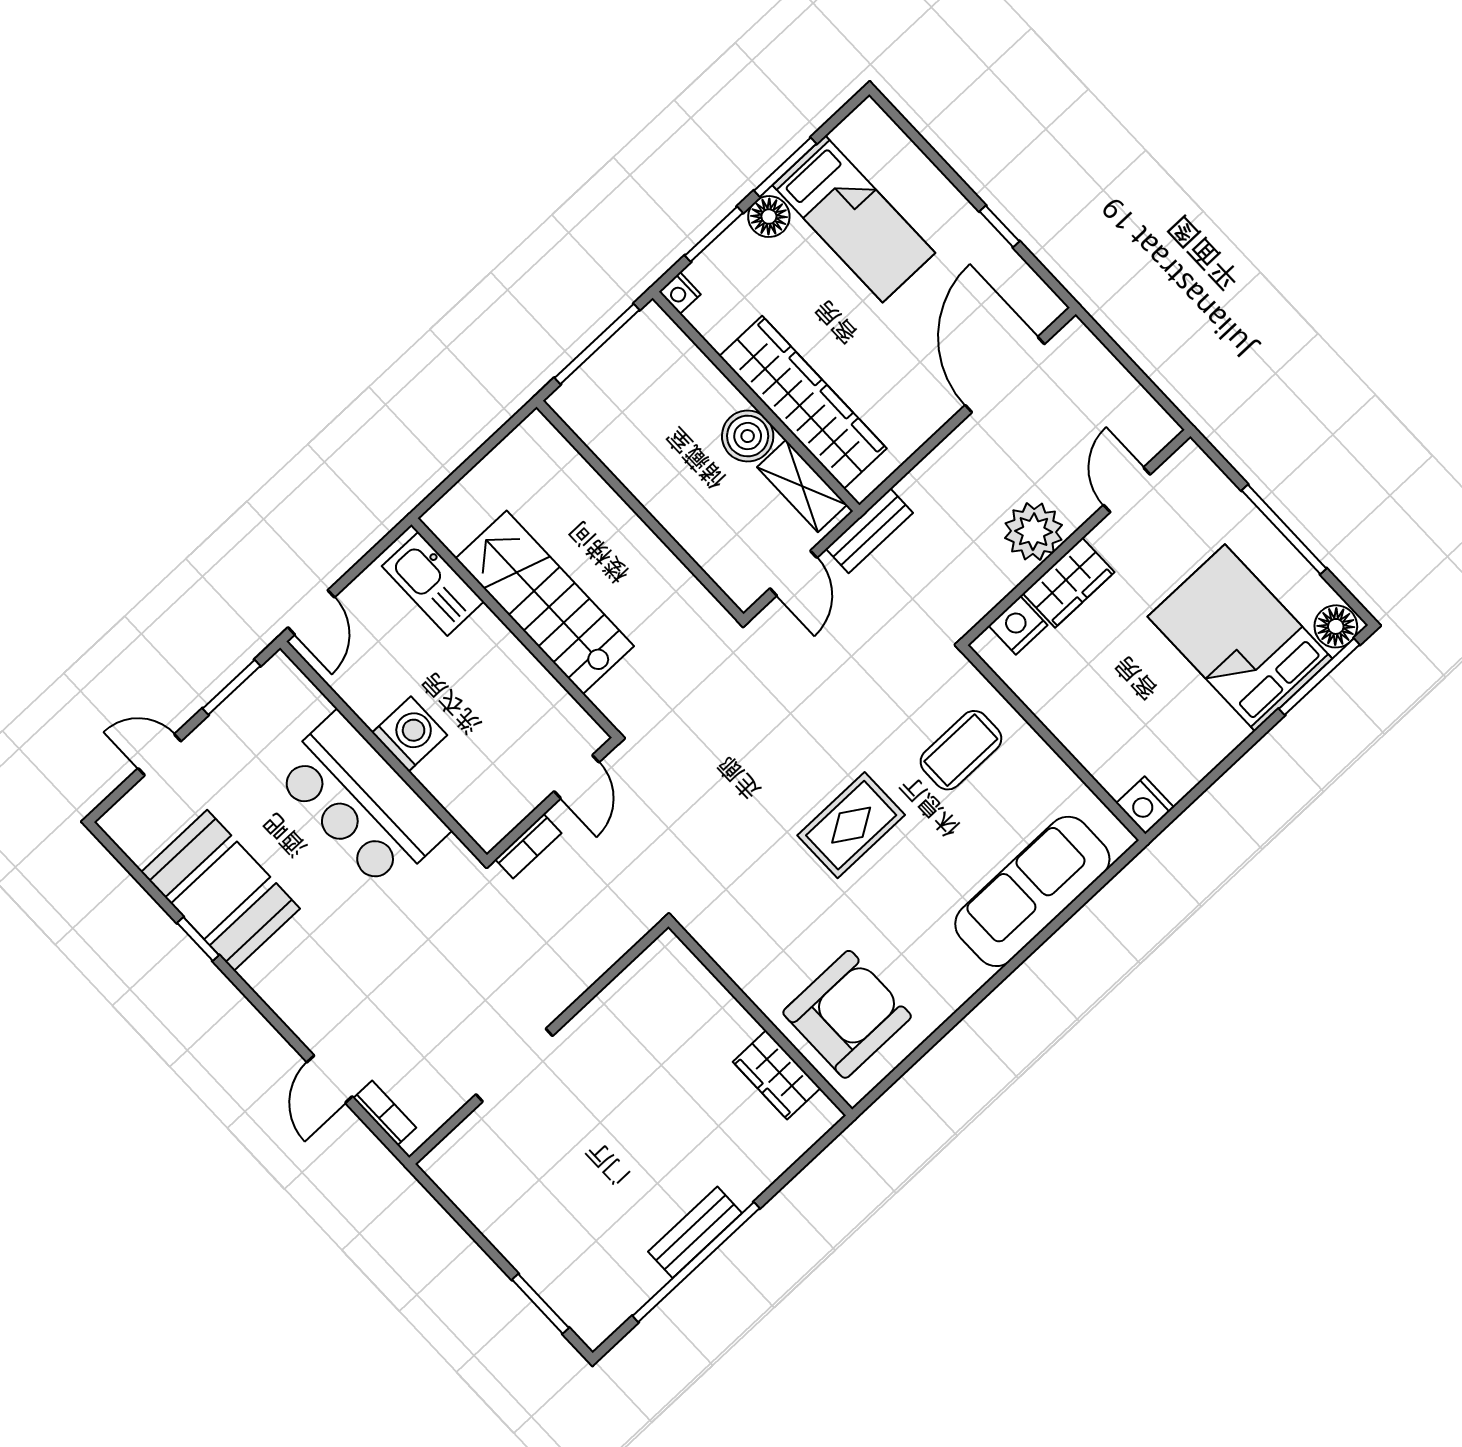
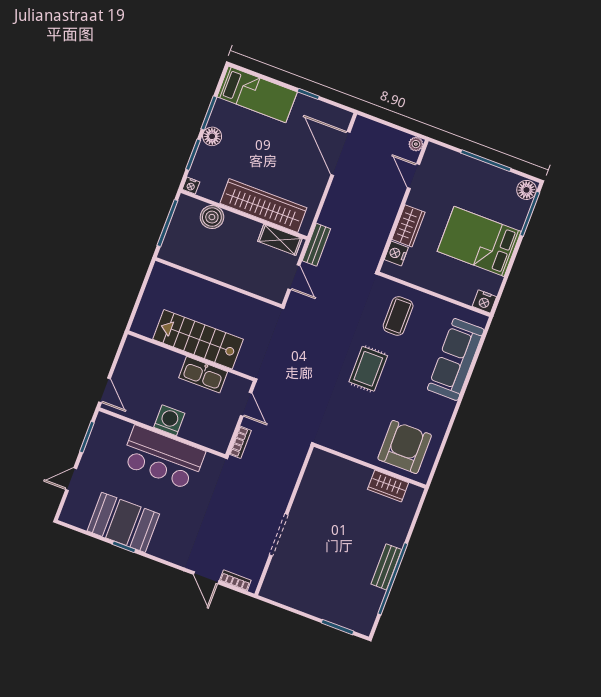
bed: (854, 219) -> (257, 94), moved
boiler: (748, 436) -> (212, 217), moved
plant: (1034, 532) -> (416, 144), moved, width x0.53, depth x0.53
kitchen sink: (433, 584) -> (203, 375), moved
bed: (1240, 638) -> (479, 241), moved

